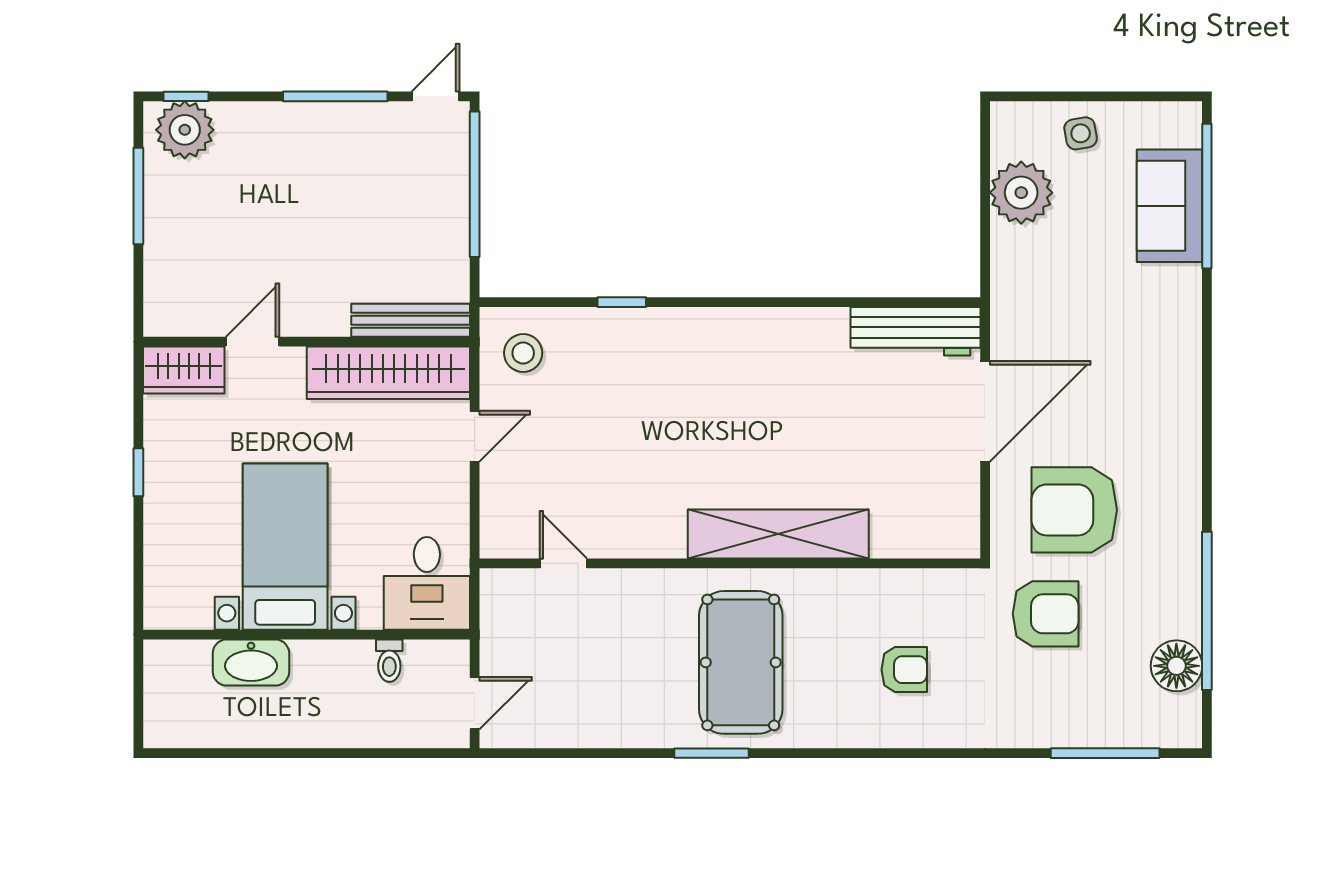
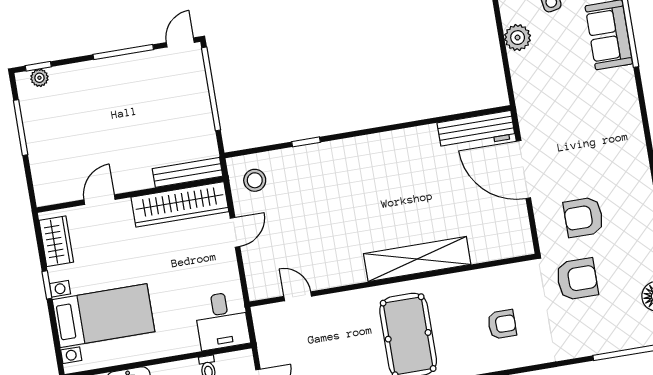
plant: (185, 130) -> (39, 78), width x0.53, depth x0.53
plant: (1021, 193) -> (518, 38), width x0.73, depth x0.73
wardrobe: (184, 370) -> (56, 241), moved, turned -90
door: (985, 411) -> (523, 169), swing flipped
armchair: (1074, 510) -> (584, 217), width x0.73, depth x0.73
bed with nightstands: (285, 547) -> (104, 316), moved, turned 90

